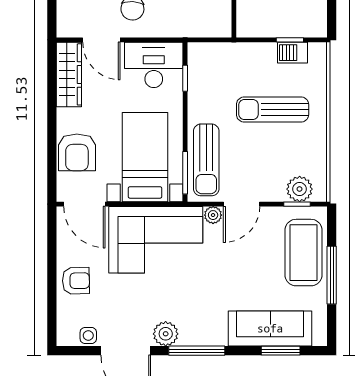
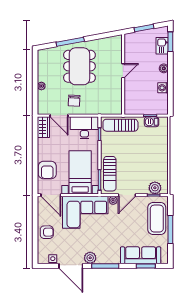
wardrobe: (69, 74) -> (43, 127), width x0.67
sun lounger: (273, 110) -> (120, 125), moved

